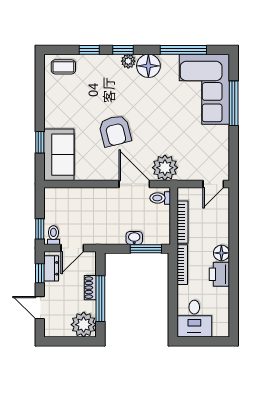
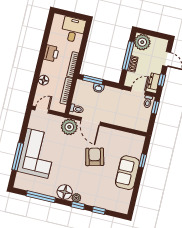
coffee table: (63, 67) -> (117, 204), removed
corner sofa: (204, 89) -> (37, 153), moved
sofa: (59, 155) -> (127, 173), moved
floor lamp: (221, 253) -> (44, 80), moved

